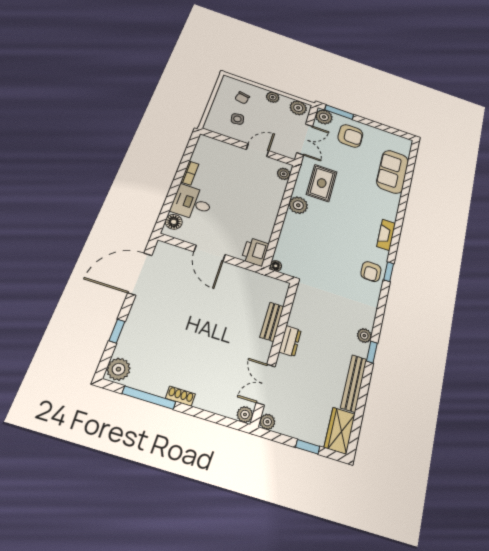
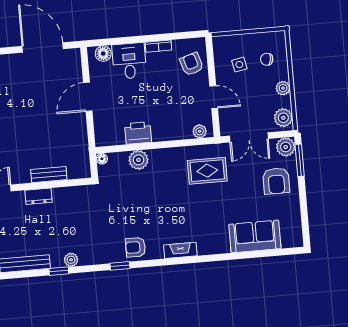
armchair: (220, 154) -> (192, 64), added
plant: (298, 205) -> (138, 160), moved
printer: (255, 252) -> (138, 133), moved
window: (389, 272) -> (120, 266), moved

